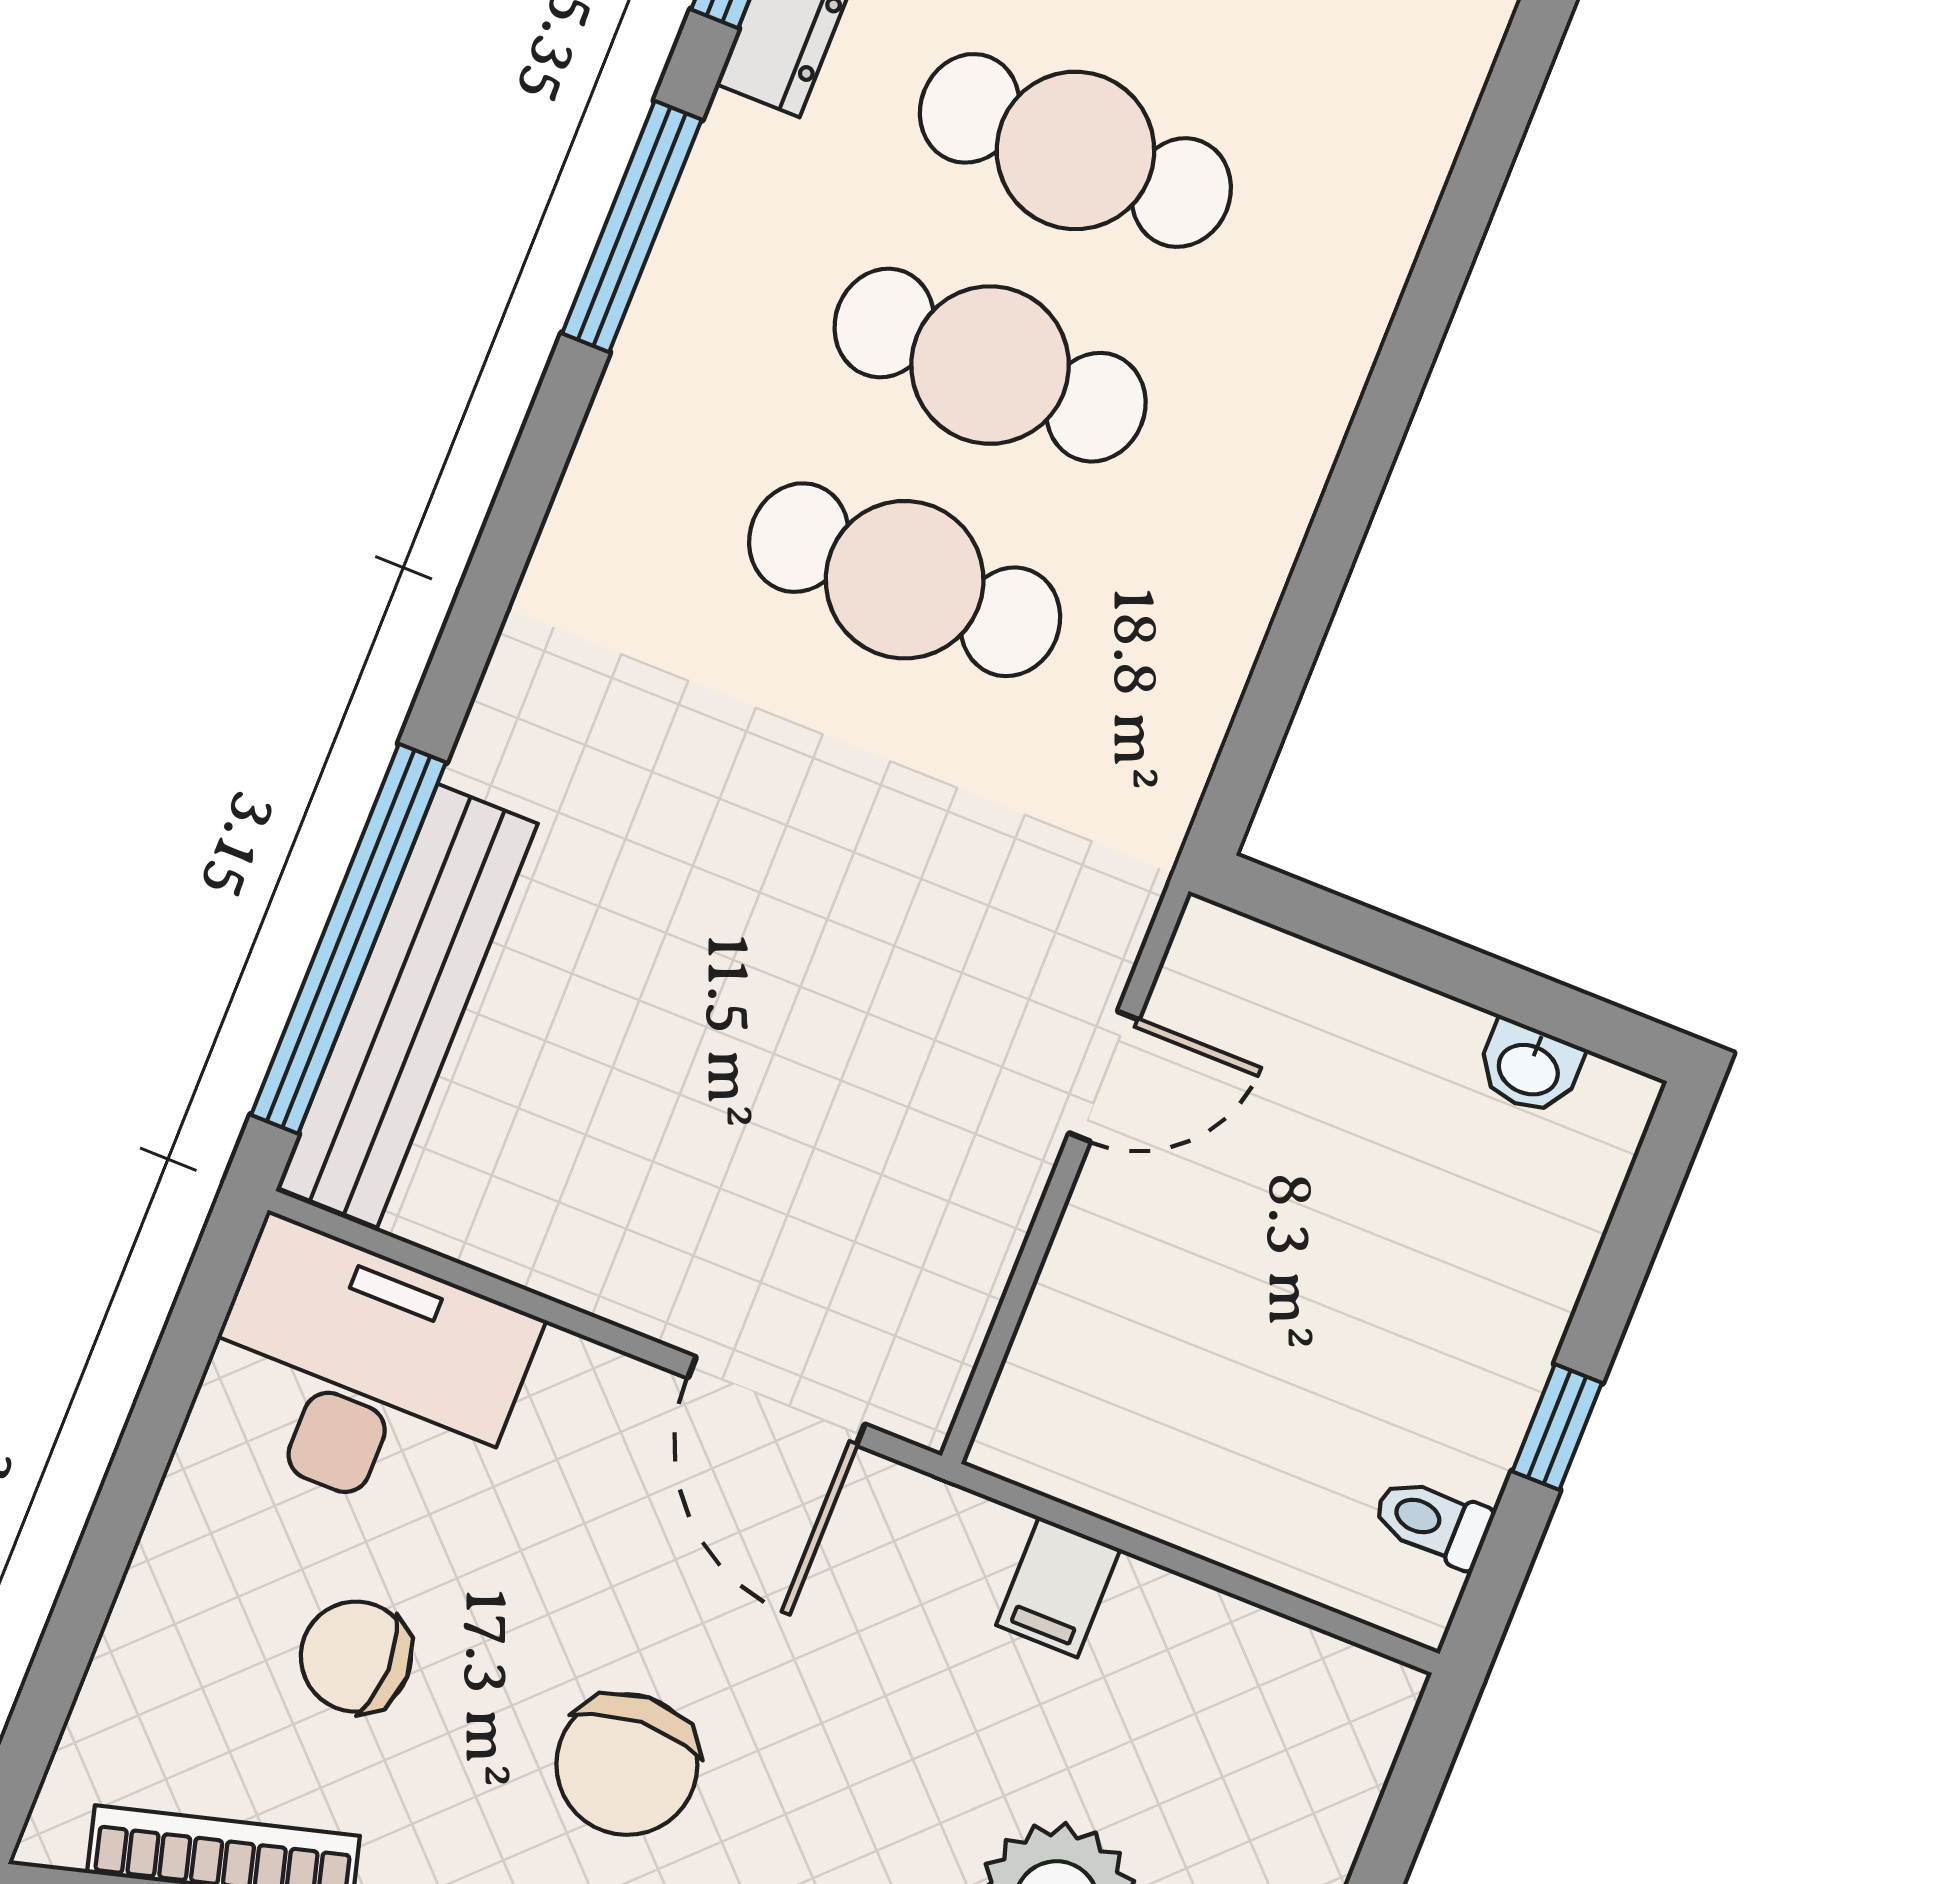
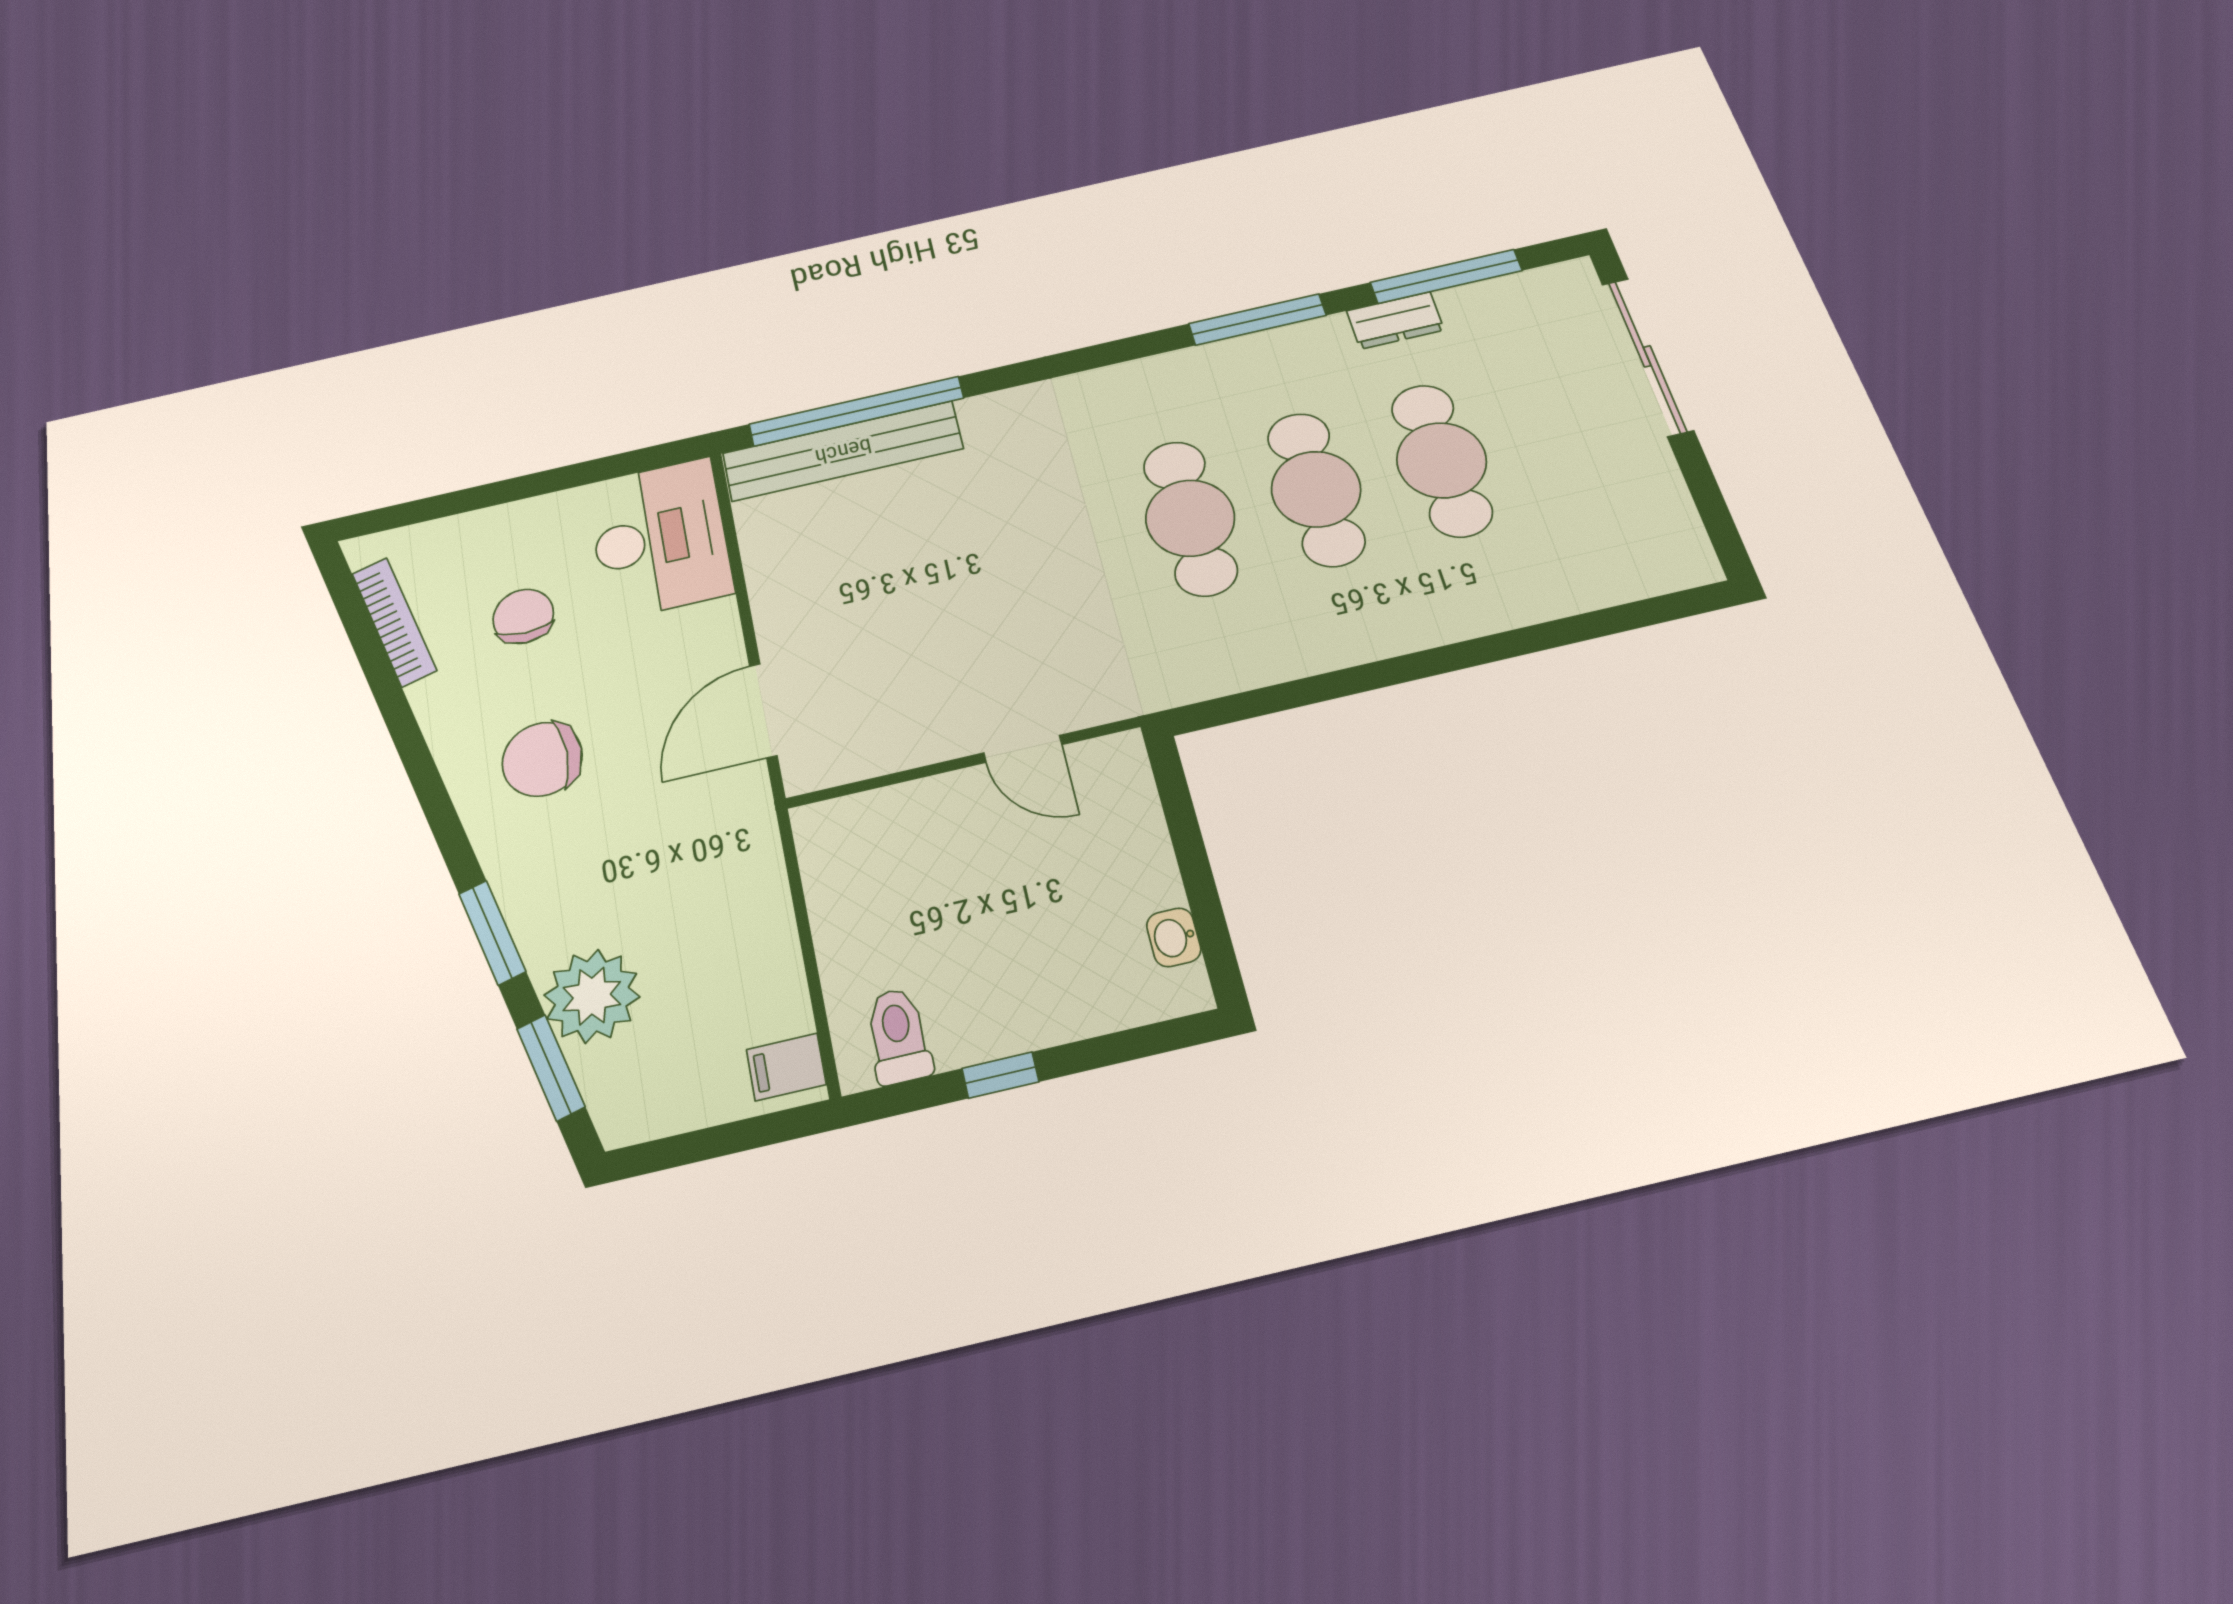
toilet: (1432, 1522) -> (898, 1036), width x1.37, depth x1.39
filing cabinet: (1058, 1587) -> (786, 1067), moved

